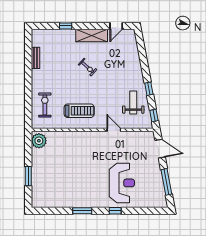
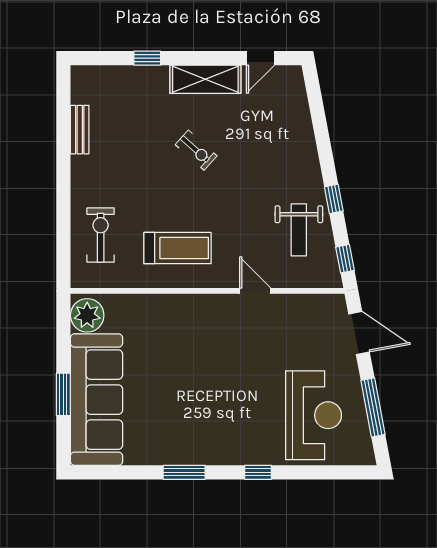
weight bench: (133, 103) -> (299, 230), turned 180
sofa: (43, 178) -> (97, 400), added
reception desk: (122, 183) -> (314, 415), moved

